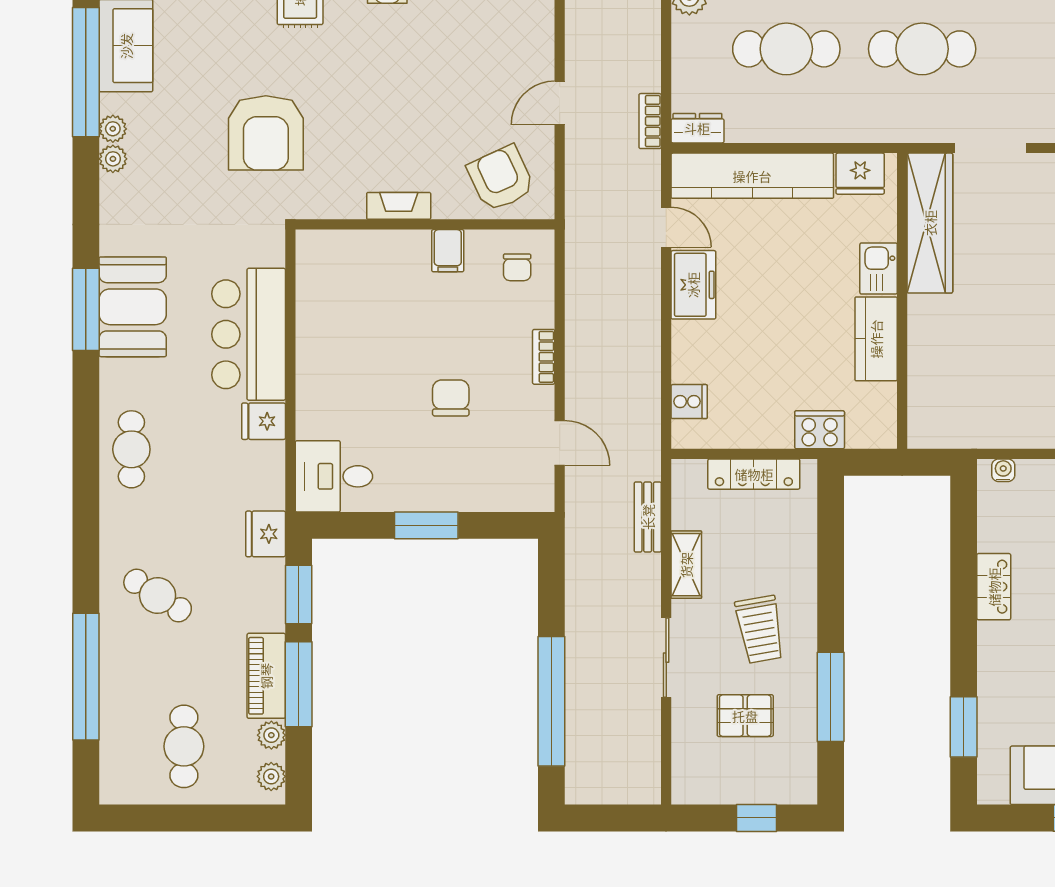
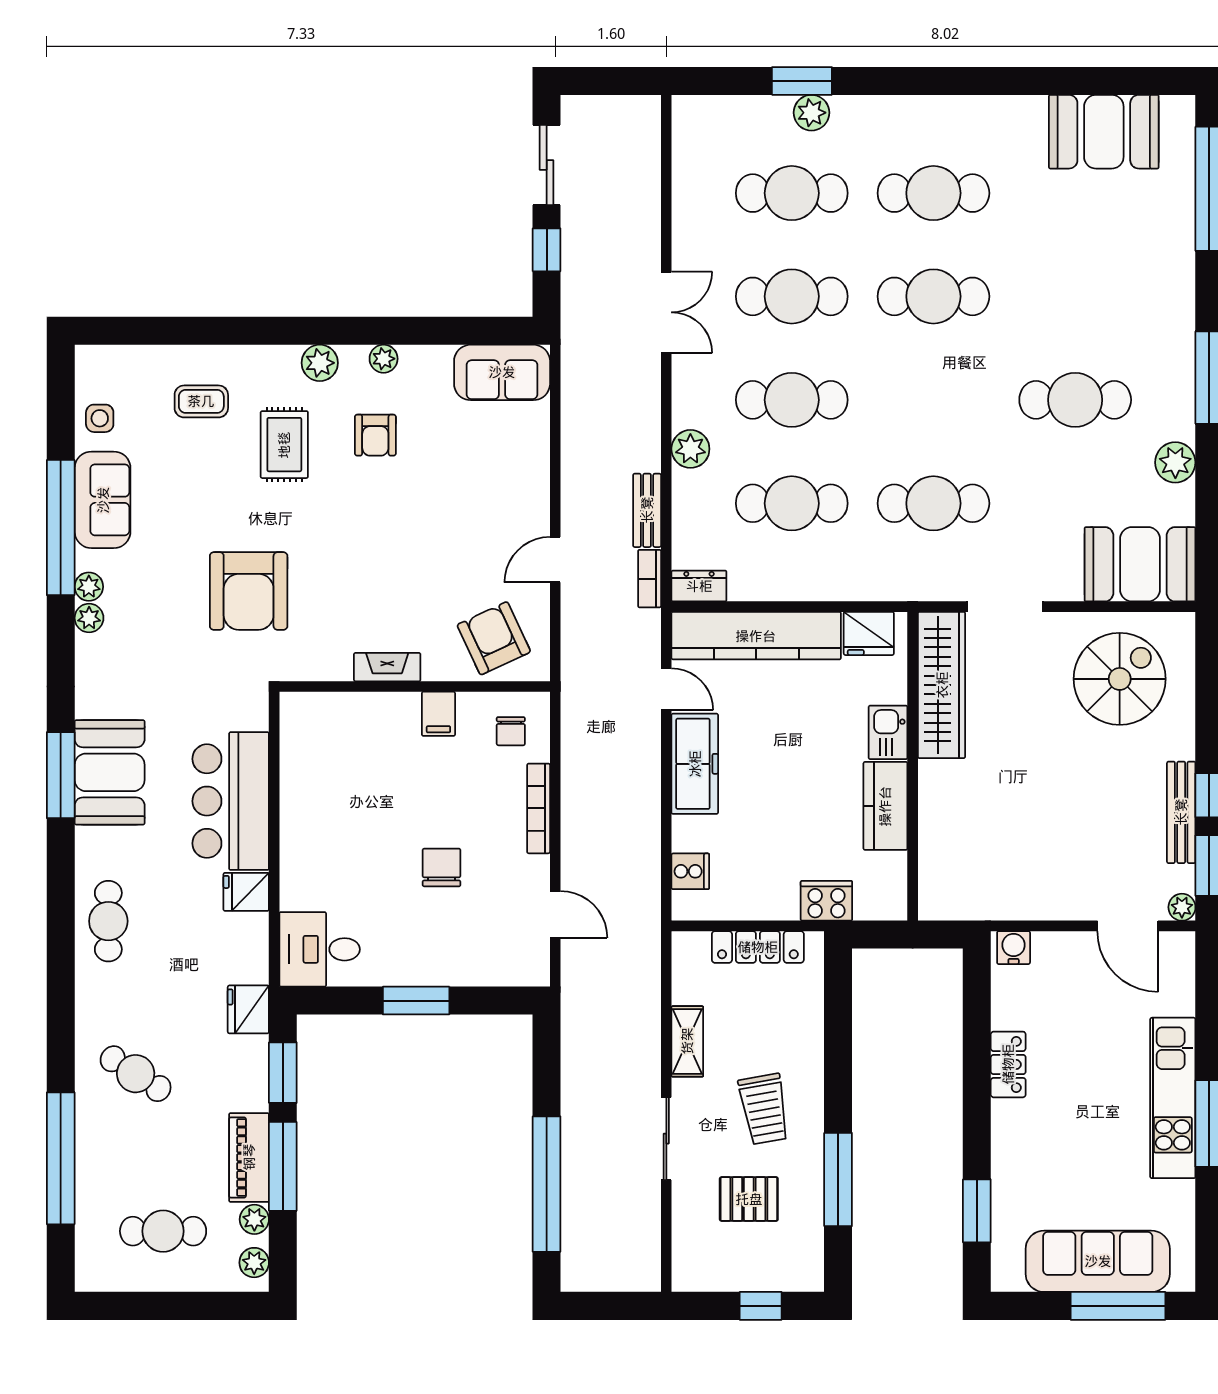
freezer: (693, 285) -> (695, 764), width x1.40
bookcase: (544, 357) -> (539, 808), width x1.56
water cooler: (1003, 470) -> (1014, 948), width x1.38, depth x1.38
bench: (648, 517) -> (647, 510), moved
cafe table: (184, 746) -> (163, 1231), turned 90

